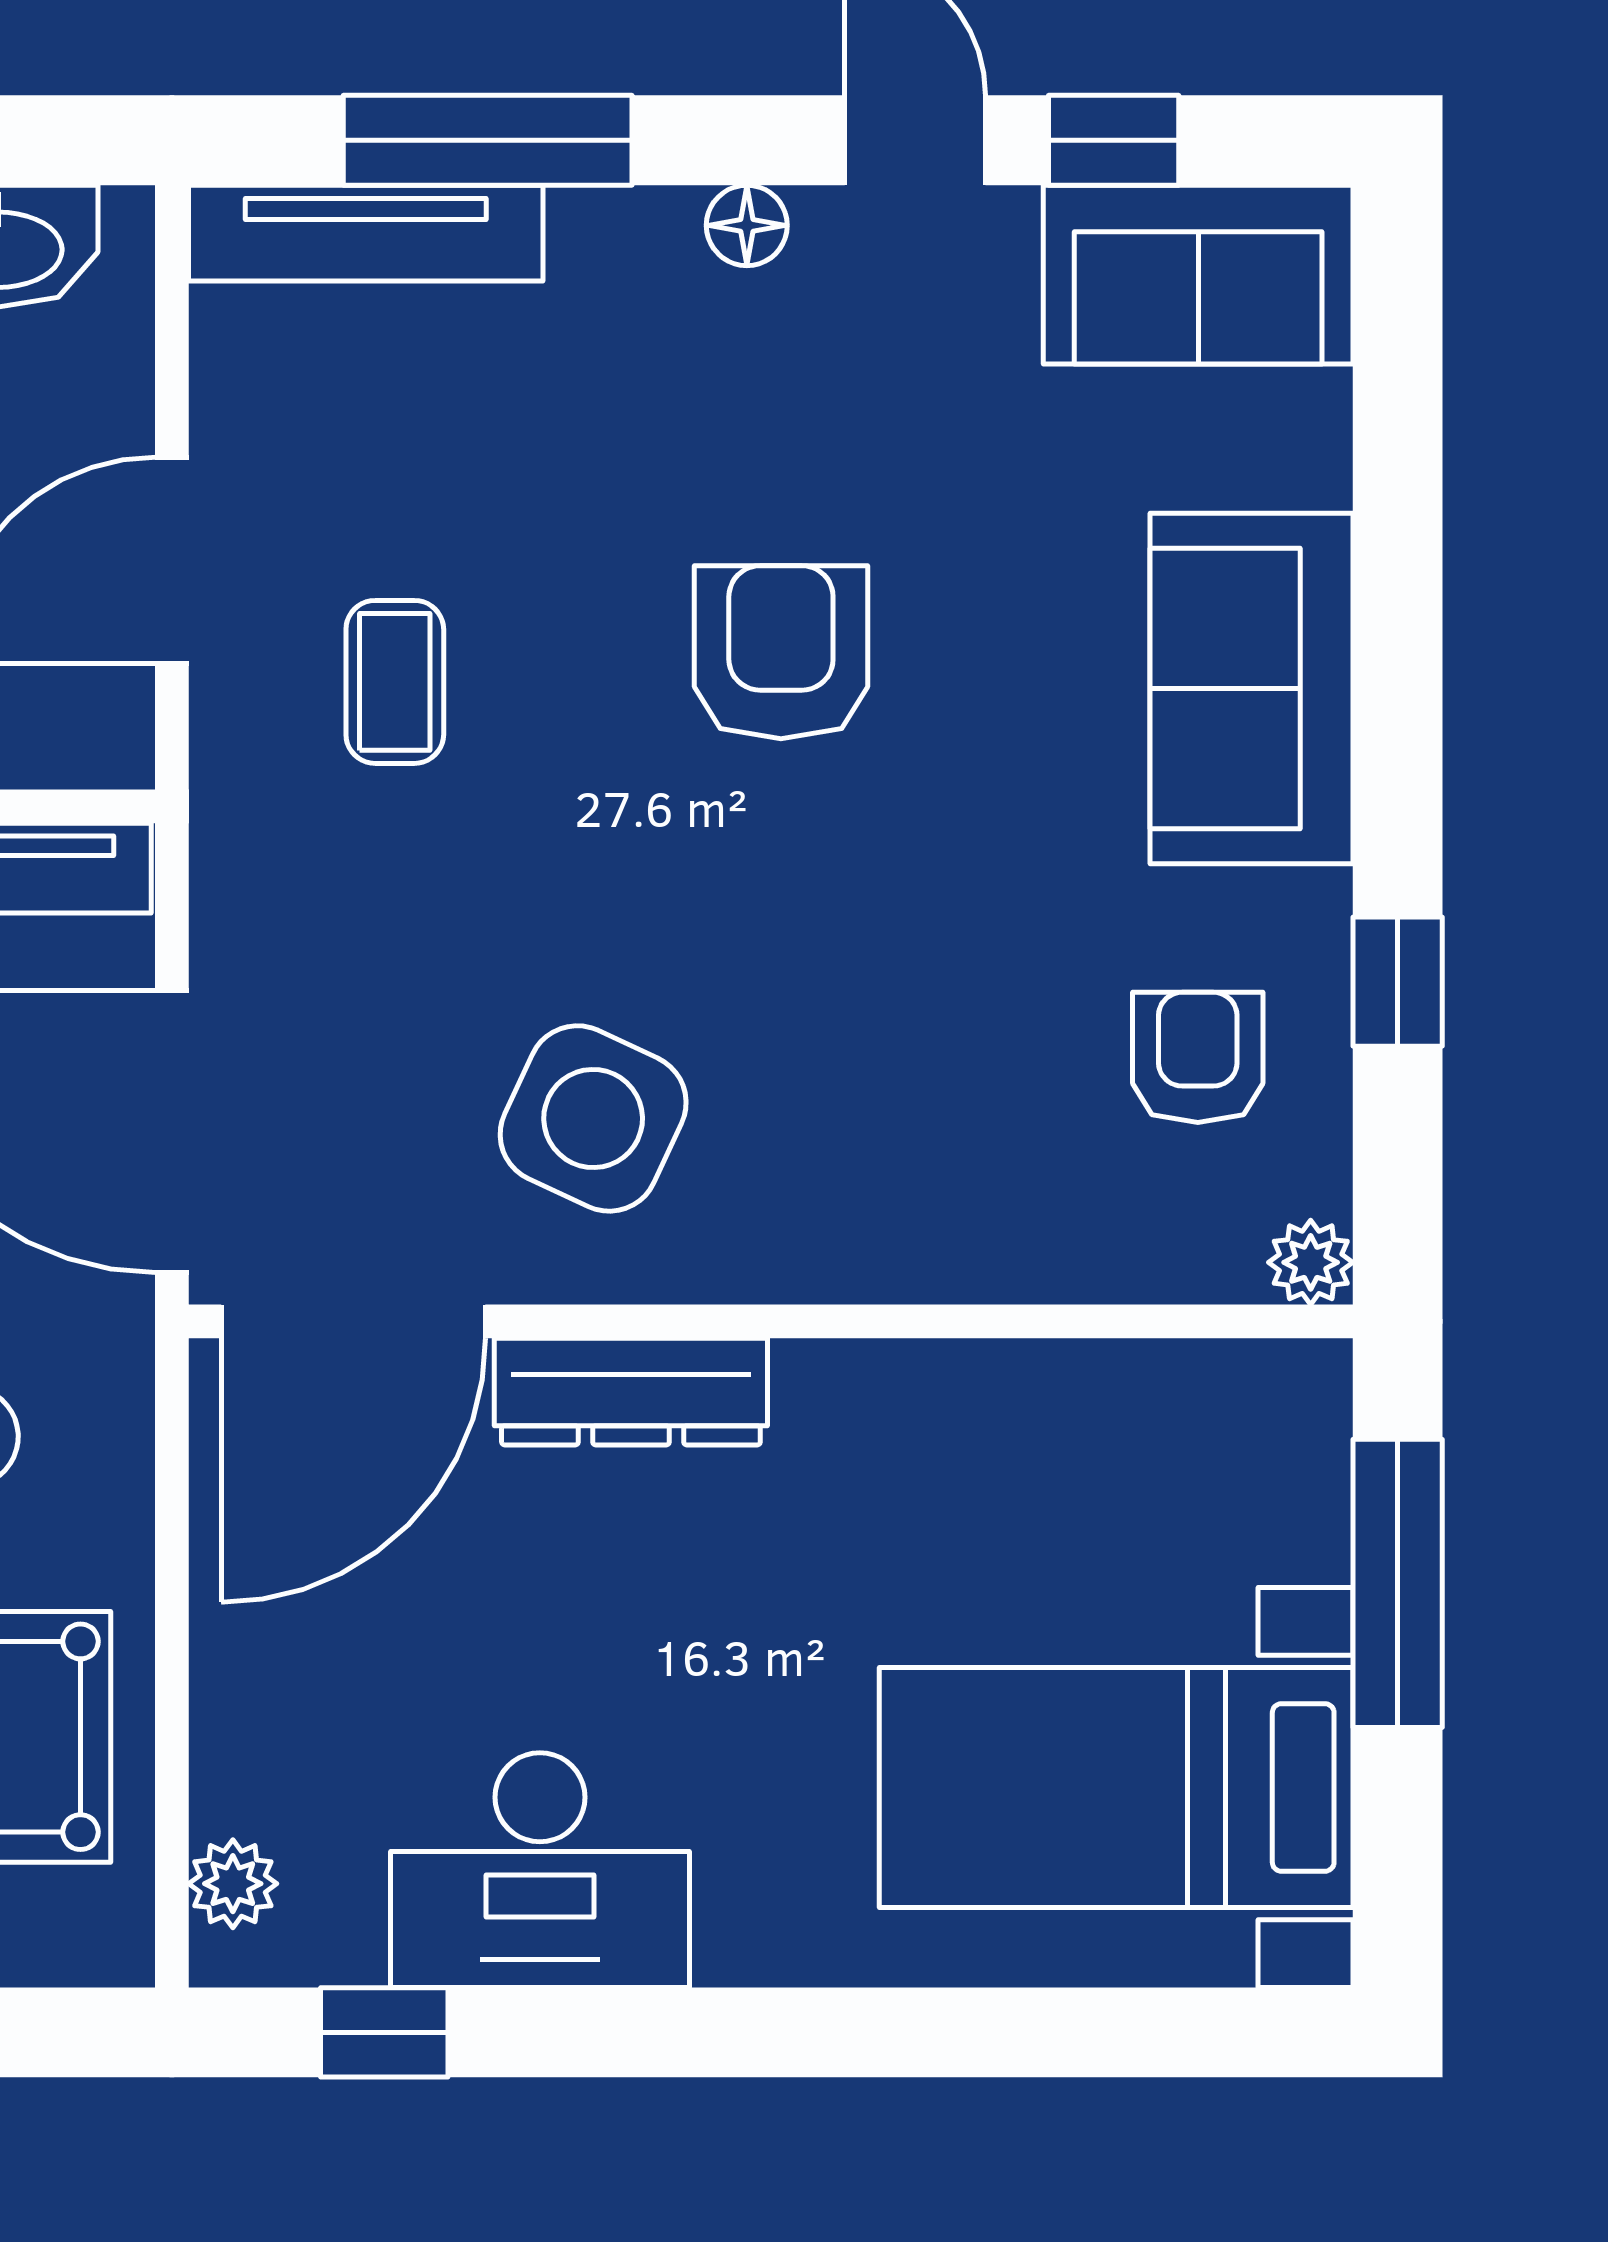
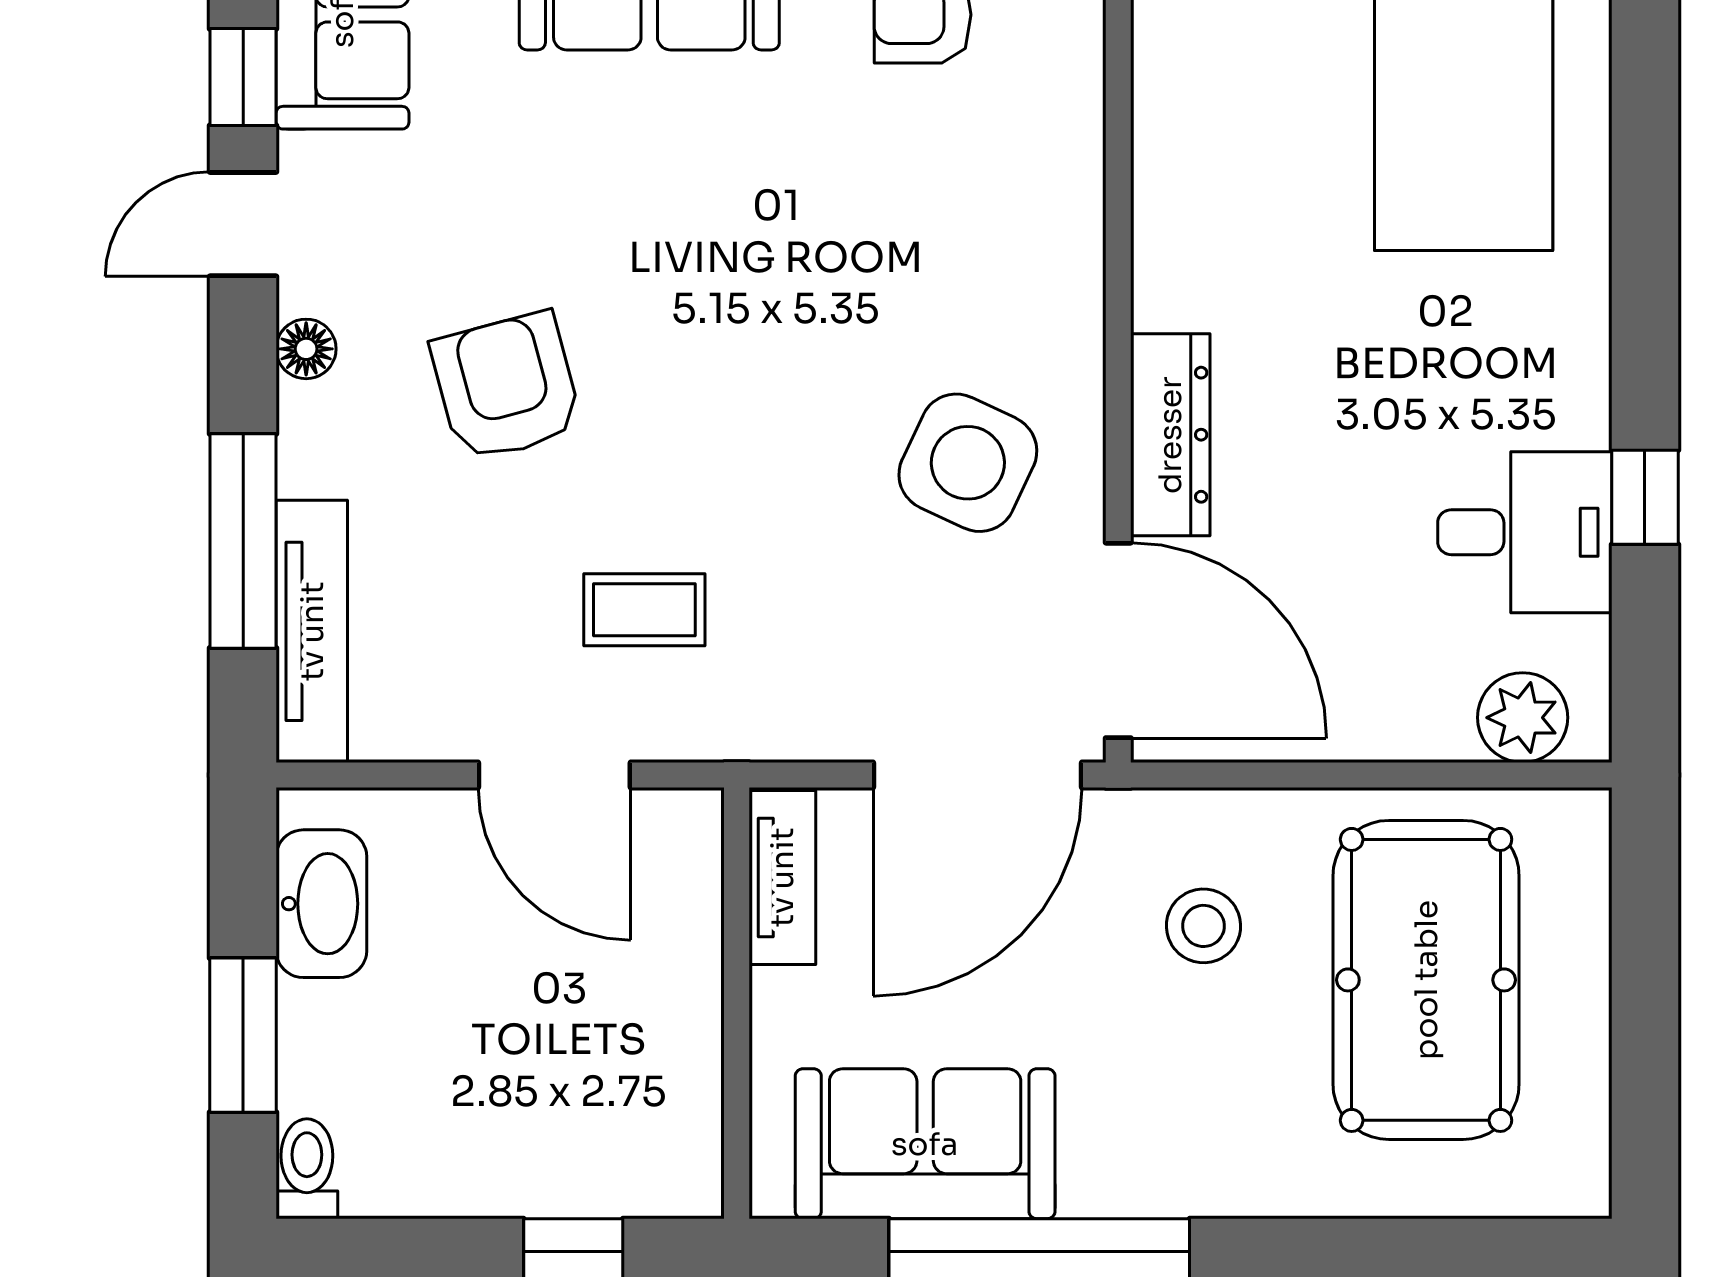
armchair: (781, 652) -> (507, 387), moved, turned 75
desk: (540, 1870) -> (1525, 532), width x0.73
plant: (233, 1884) -> (1523, 718), width x1.38, depth x1.38
window: (384, 2032) -> (1645, 497), moved

